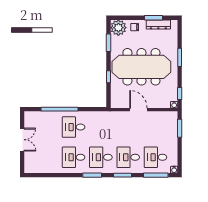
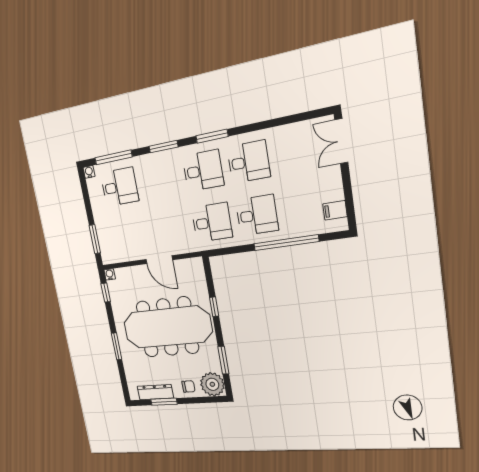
filing cabinet: (30, 123) -> (335, 210), added
double door: (22, 140) -> (341, 141), moved
desk: (128, 157) -> (212, 222), moved

